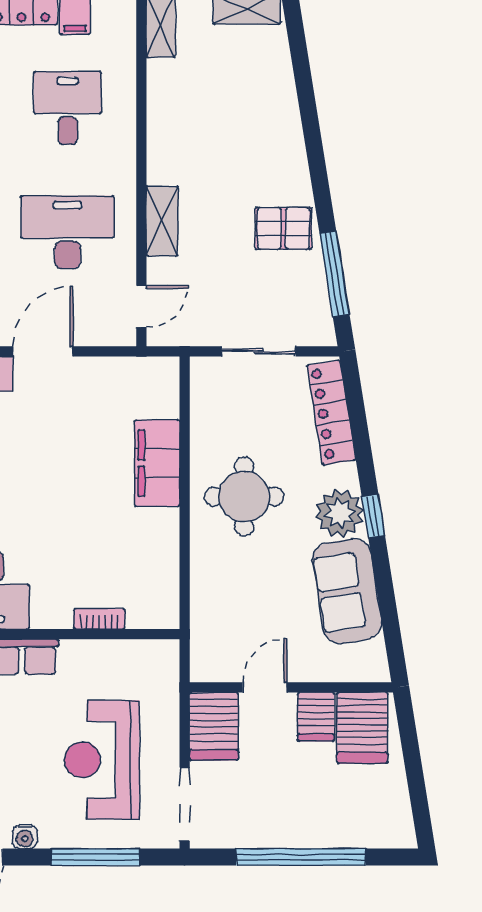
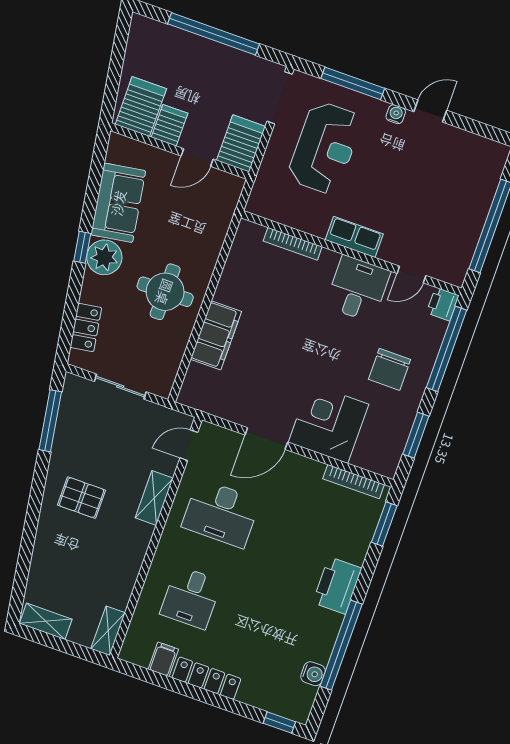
pallet: (283, 228) -> (82, 498), moved
locker: (331, 413) -> (86, 327), width x0.66
bookcase: (99, 619) -> (293, 244), width x1.56

